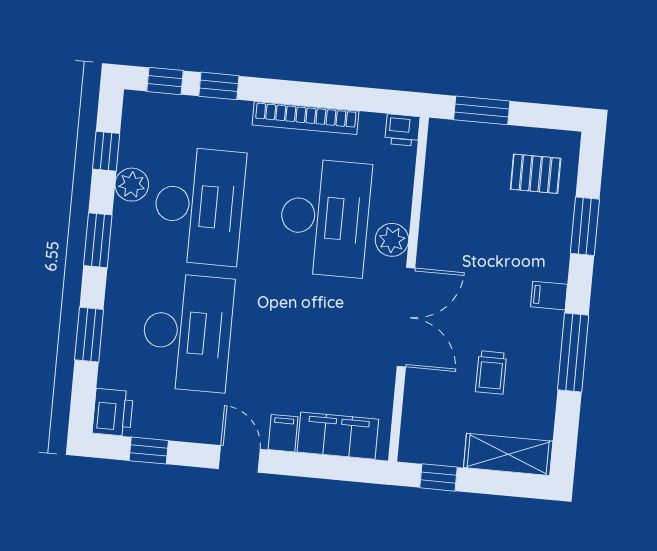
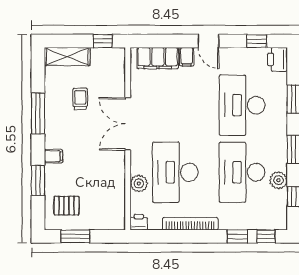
window: (482, 110) -> (75, 236), moved
plant: (392, 240) -> (139, 183), moved
filing cabinet: (549, 296) -> (53, 156), moved

